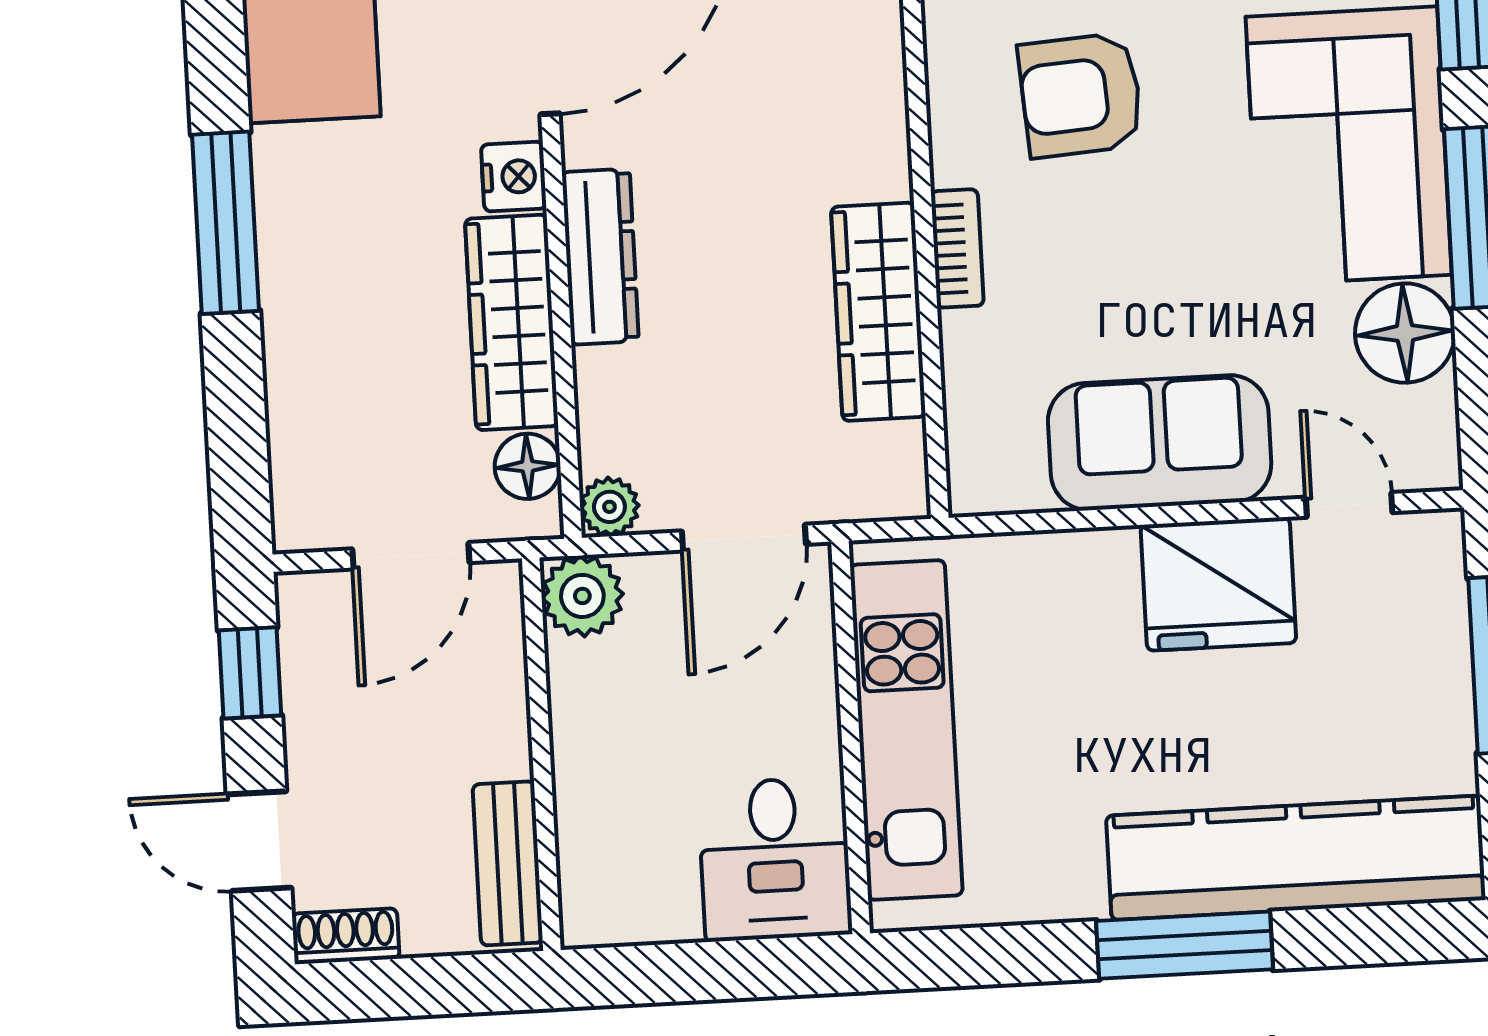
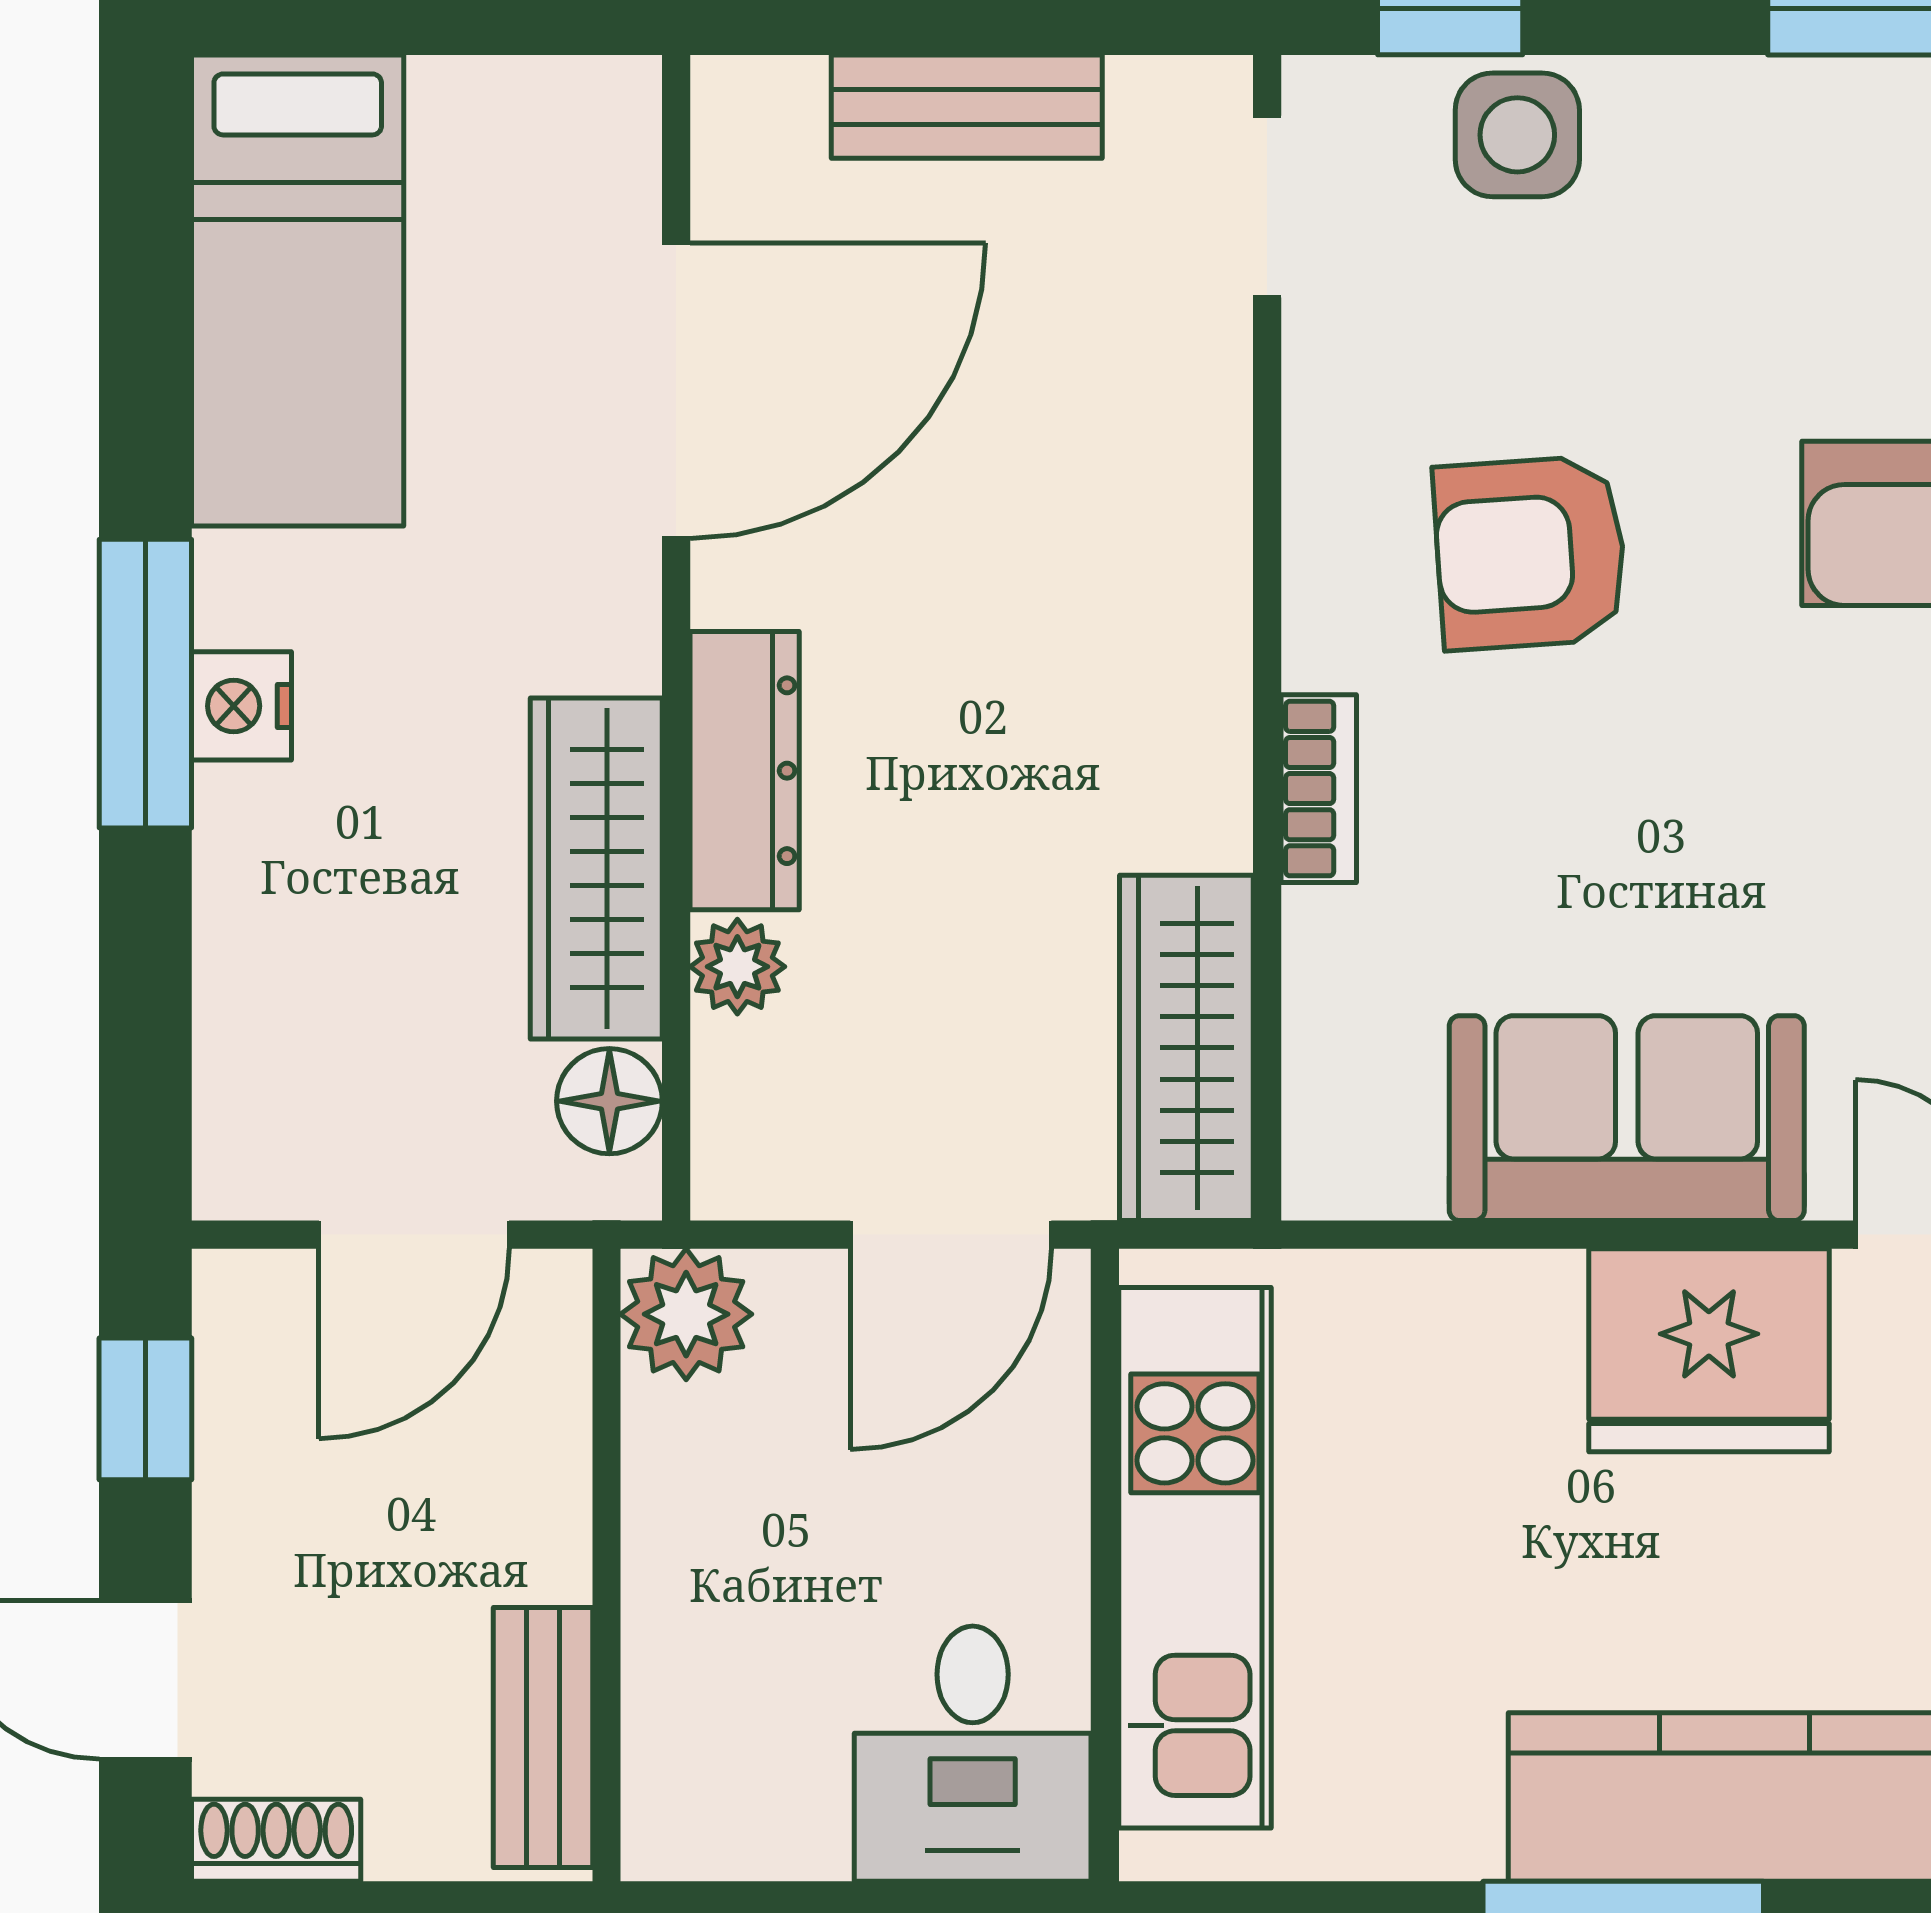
nightstand: (514, 177) -> (242, 706), moved, turned 180
wardrobe: (878, 312) -> (1186, 1048), moved
plant: (609, 507) -> (737, 967), moved

